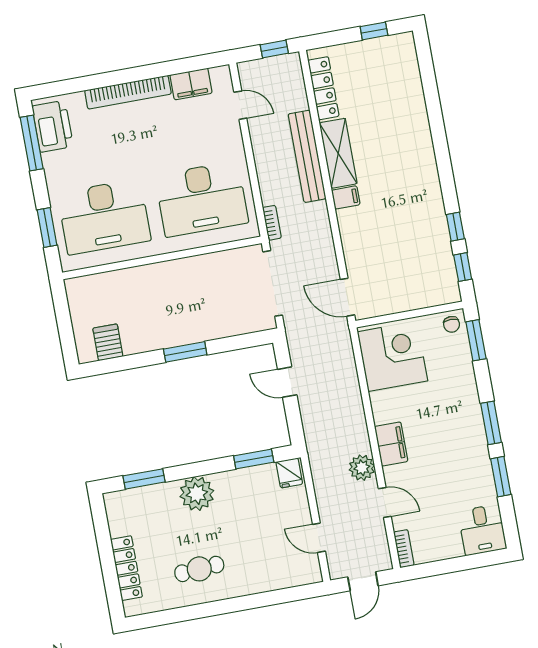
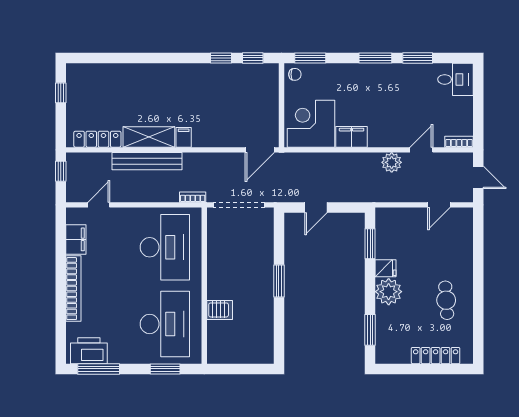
server rack: (108, 342) -> (220, 310), moved, turned 180
filing cabinet: (391, 444) -> (352, 137), moved
fridge: (289, 473) -> (386, 268), moved

